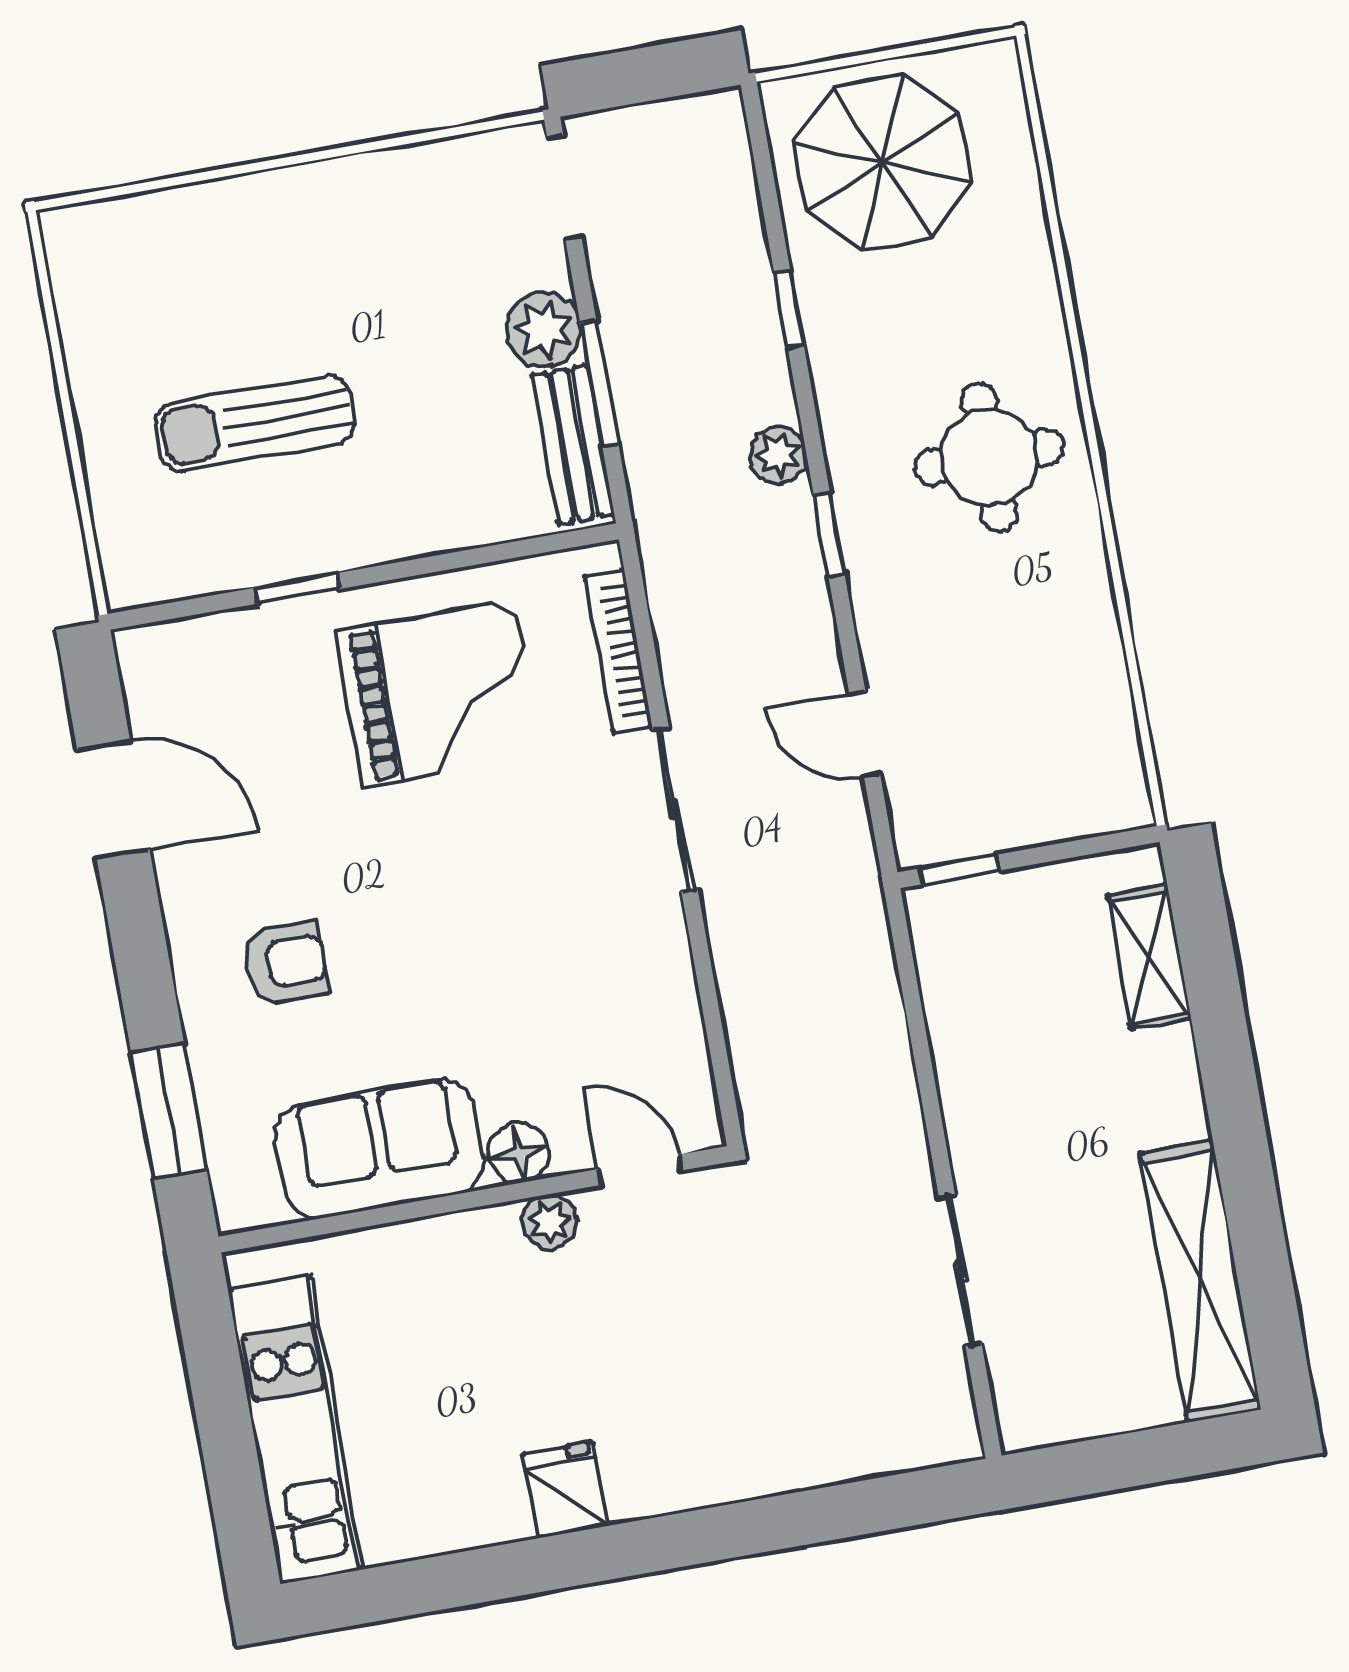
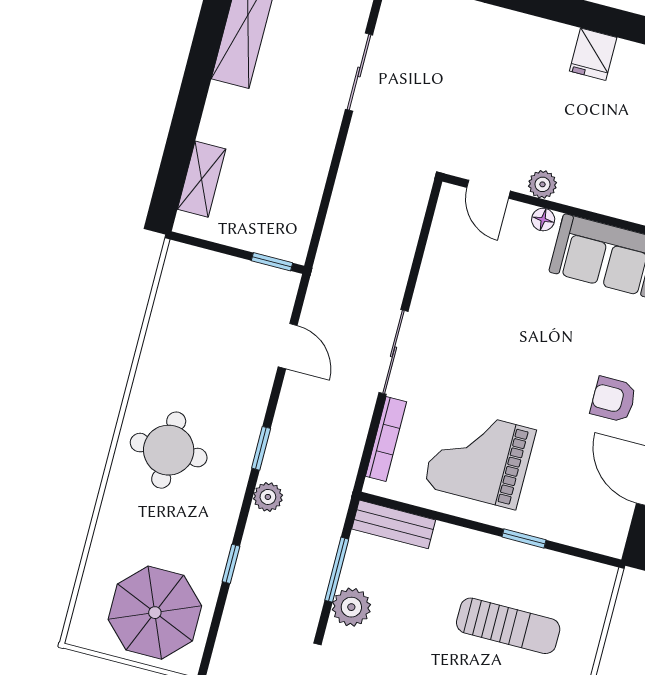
bench: (573, 445) -> (394, 524), moved, turned 90
armchair: (285, 963) -> (613, 399), moved
floor lamp: (519, 1153) -> (543, 220), width x0.73, depth x0.73

